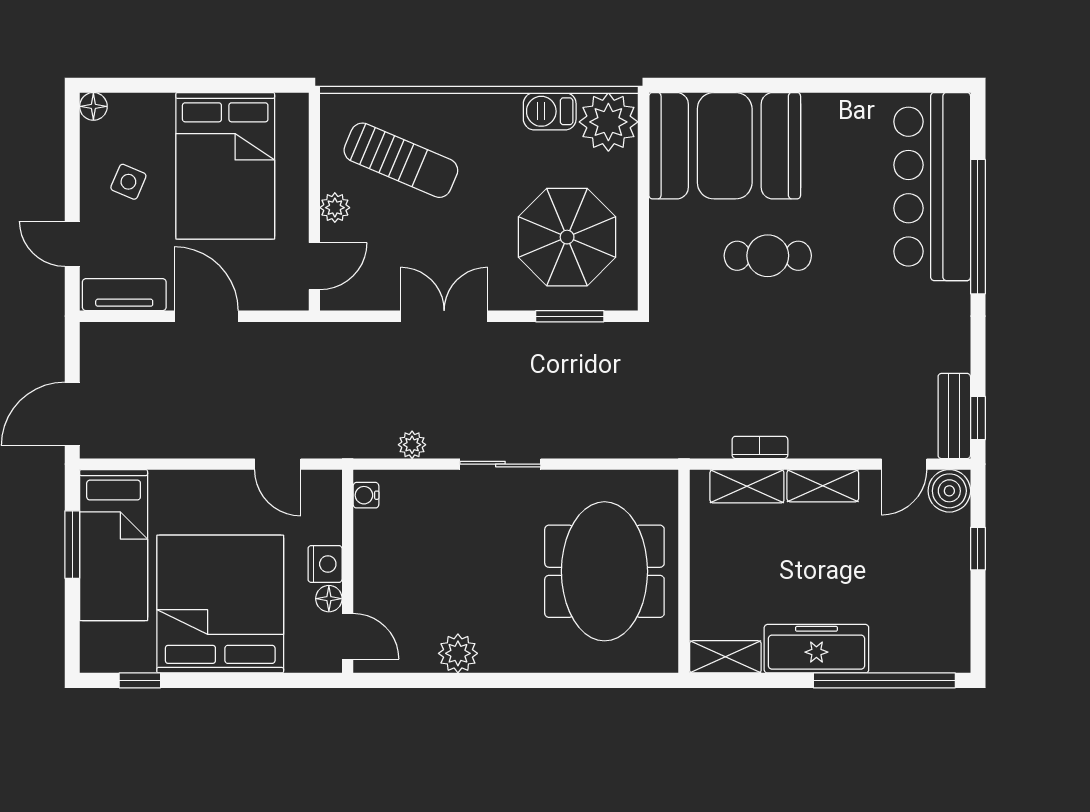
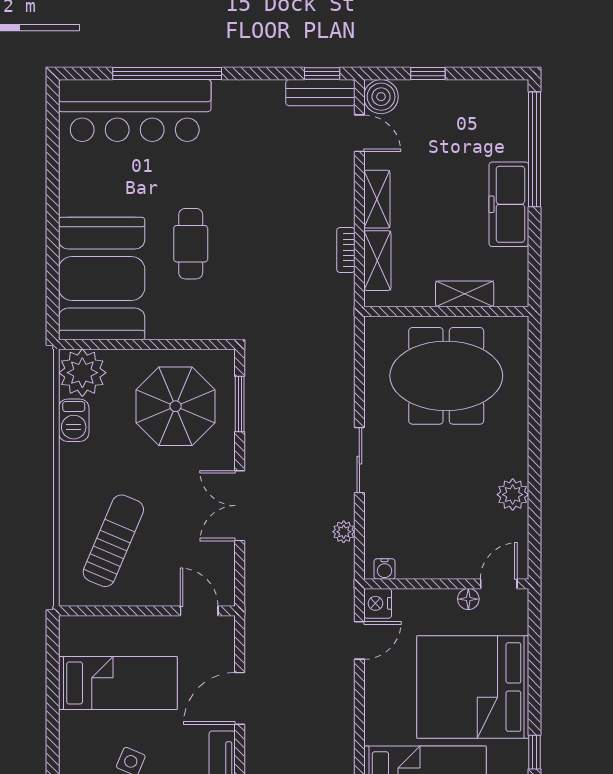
bed: (225, 166) -> (118, 683), width x0.67
plant: (335, 208) -> (152, 594), removed
nightstand: (325, 564) -> (378, 603), moved, turned -90
shelving: (725, 657) -> (465, 294), moved, turned 90

